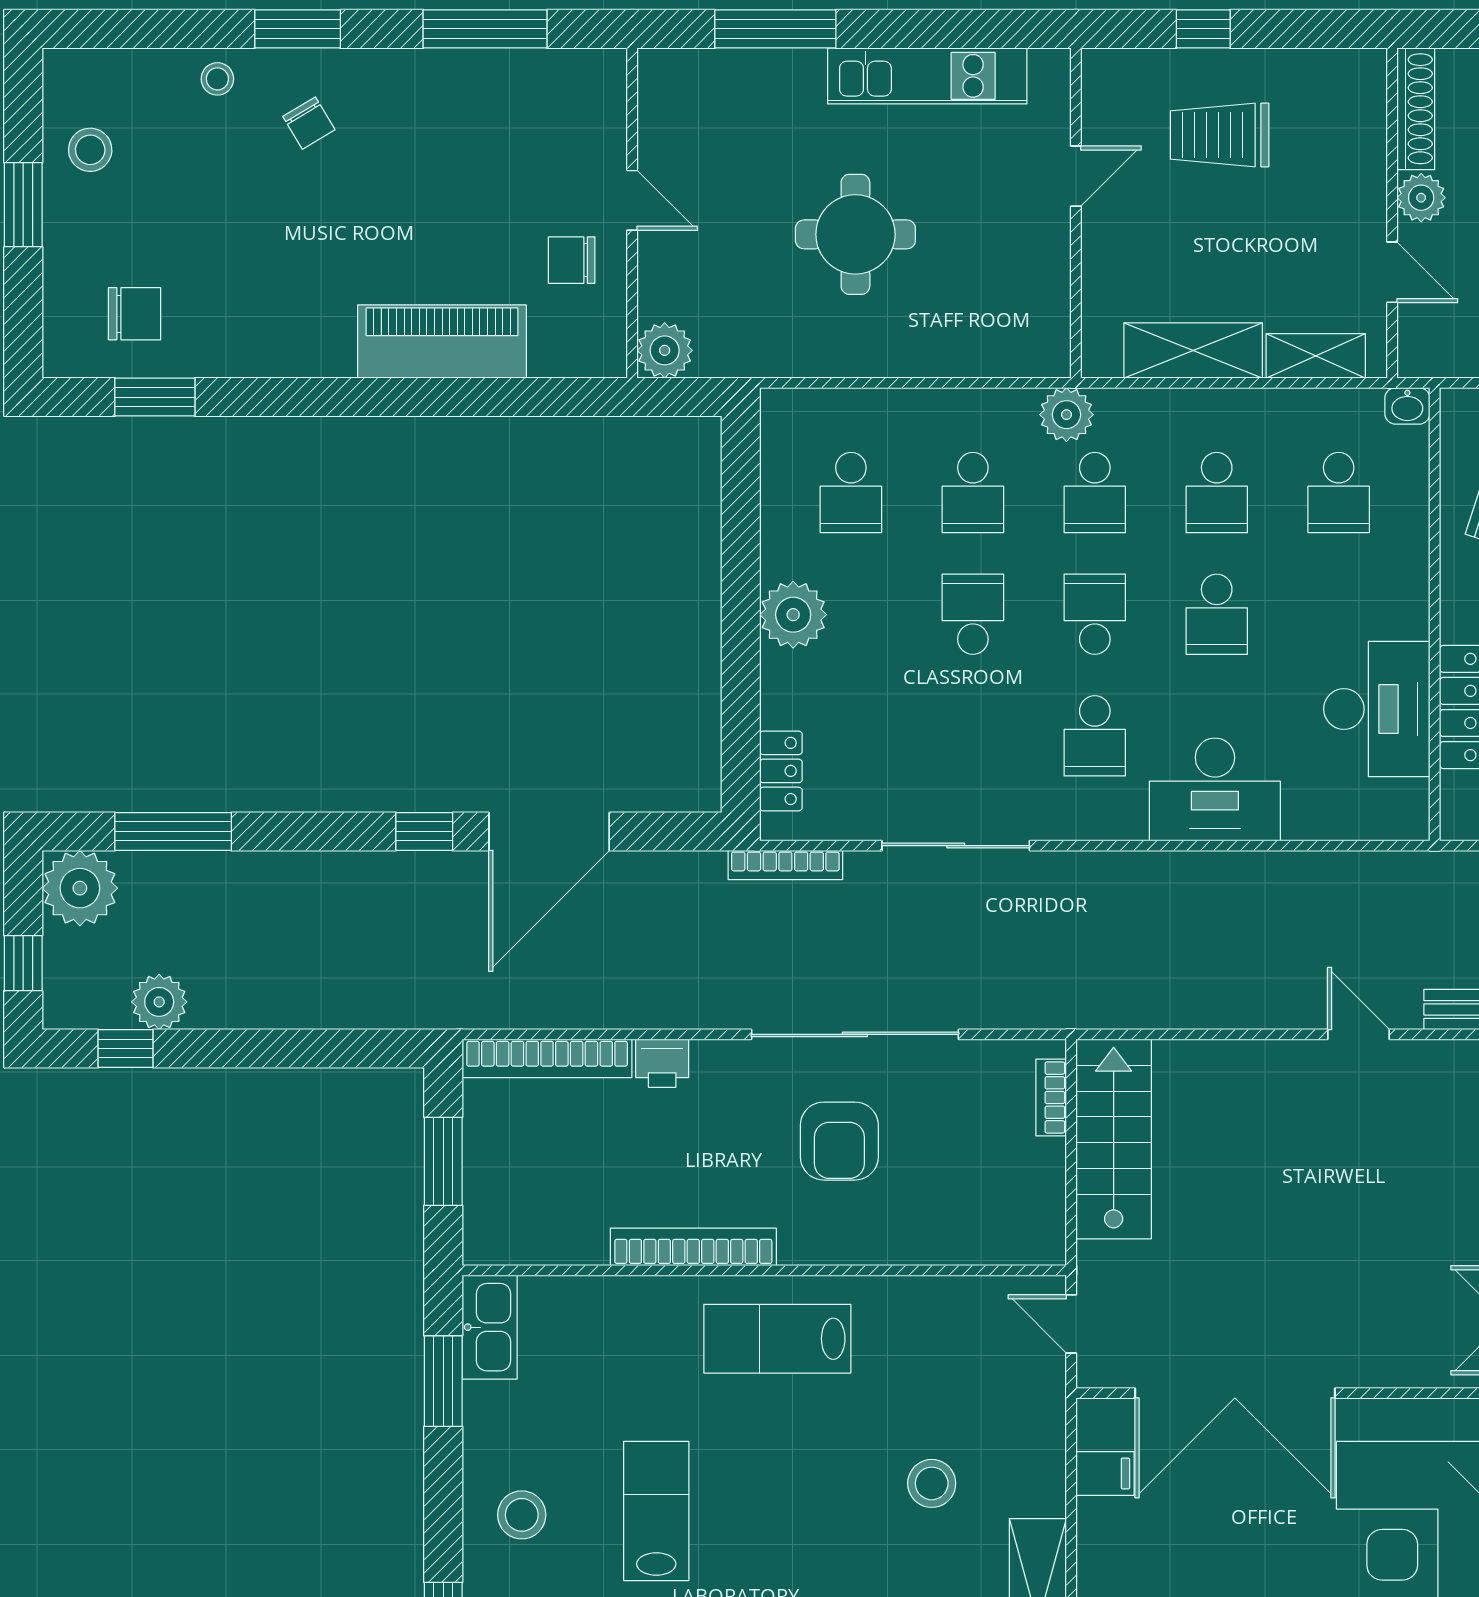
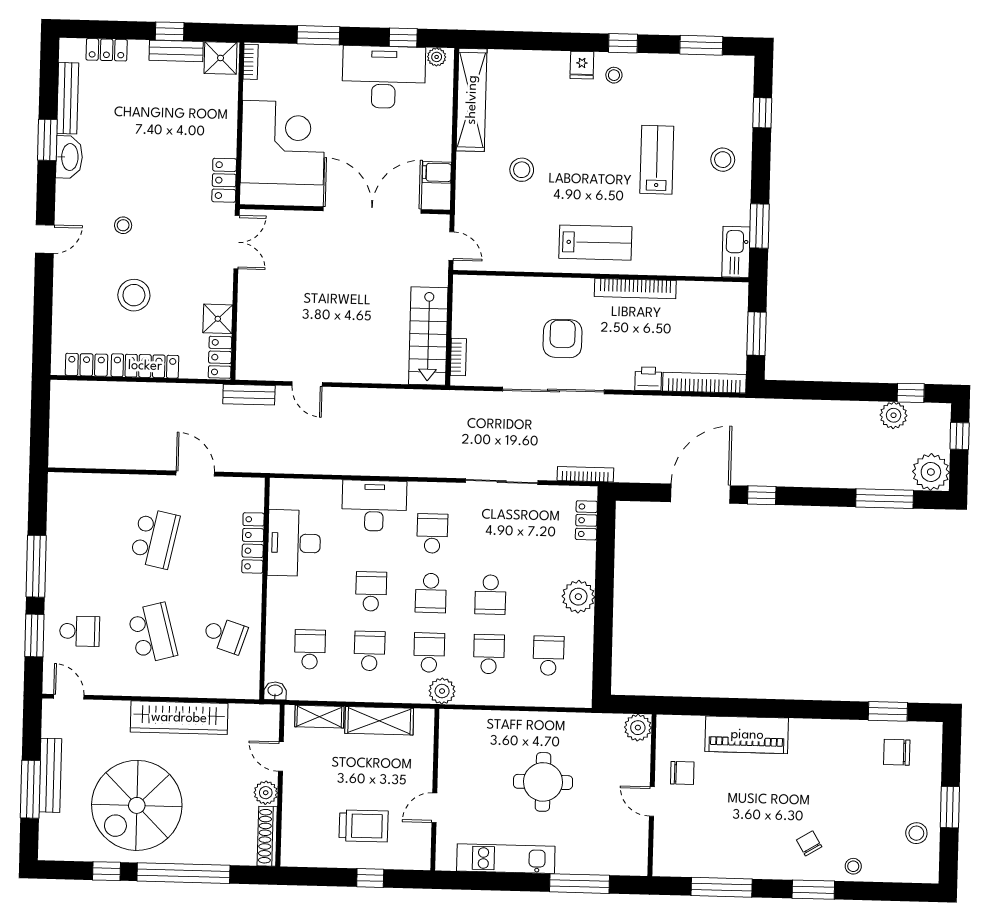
lab bench: (656, 1511) -> (657, 160), turned 180

